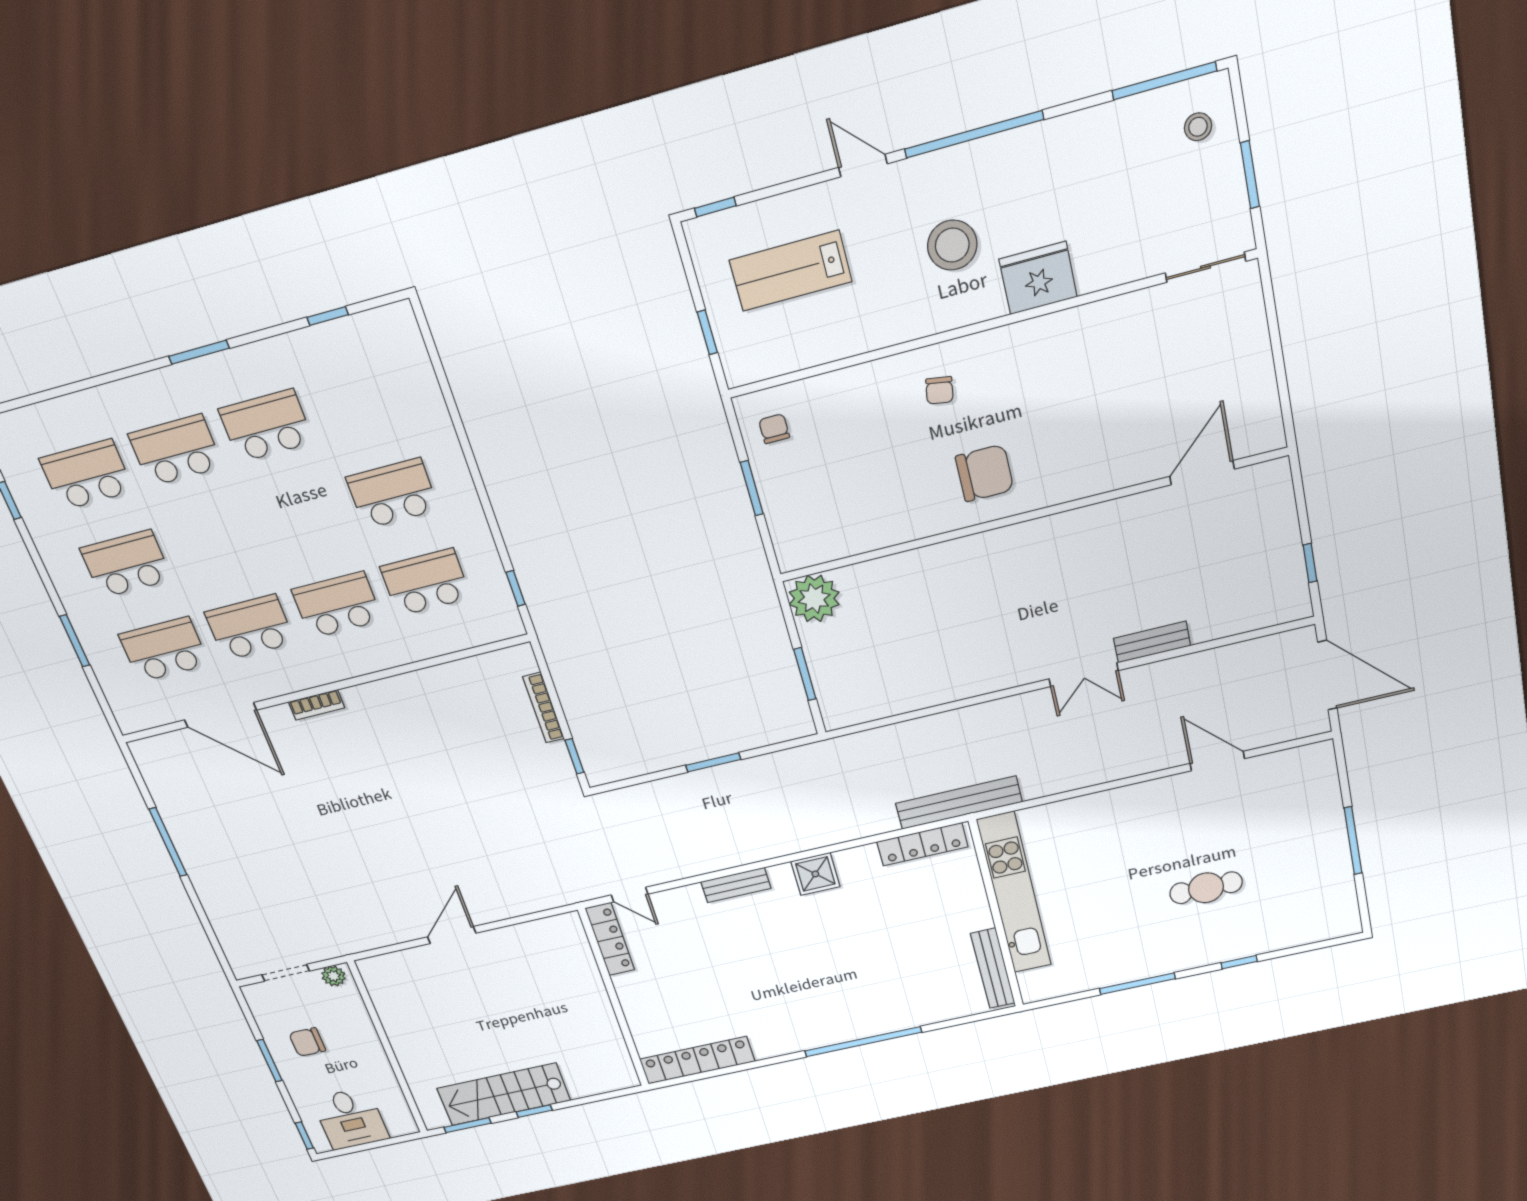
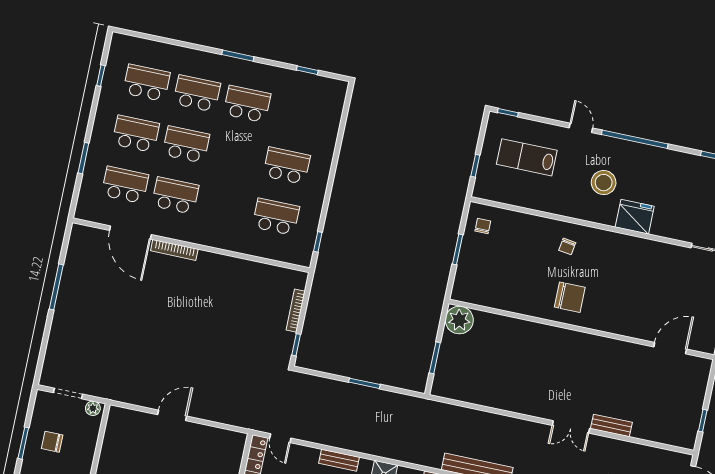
school desk: (337, 605) -> (186, 144), moved
bookcase: (316, 705) -> (174, 250), width x1.56

